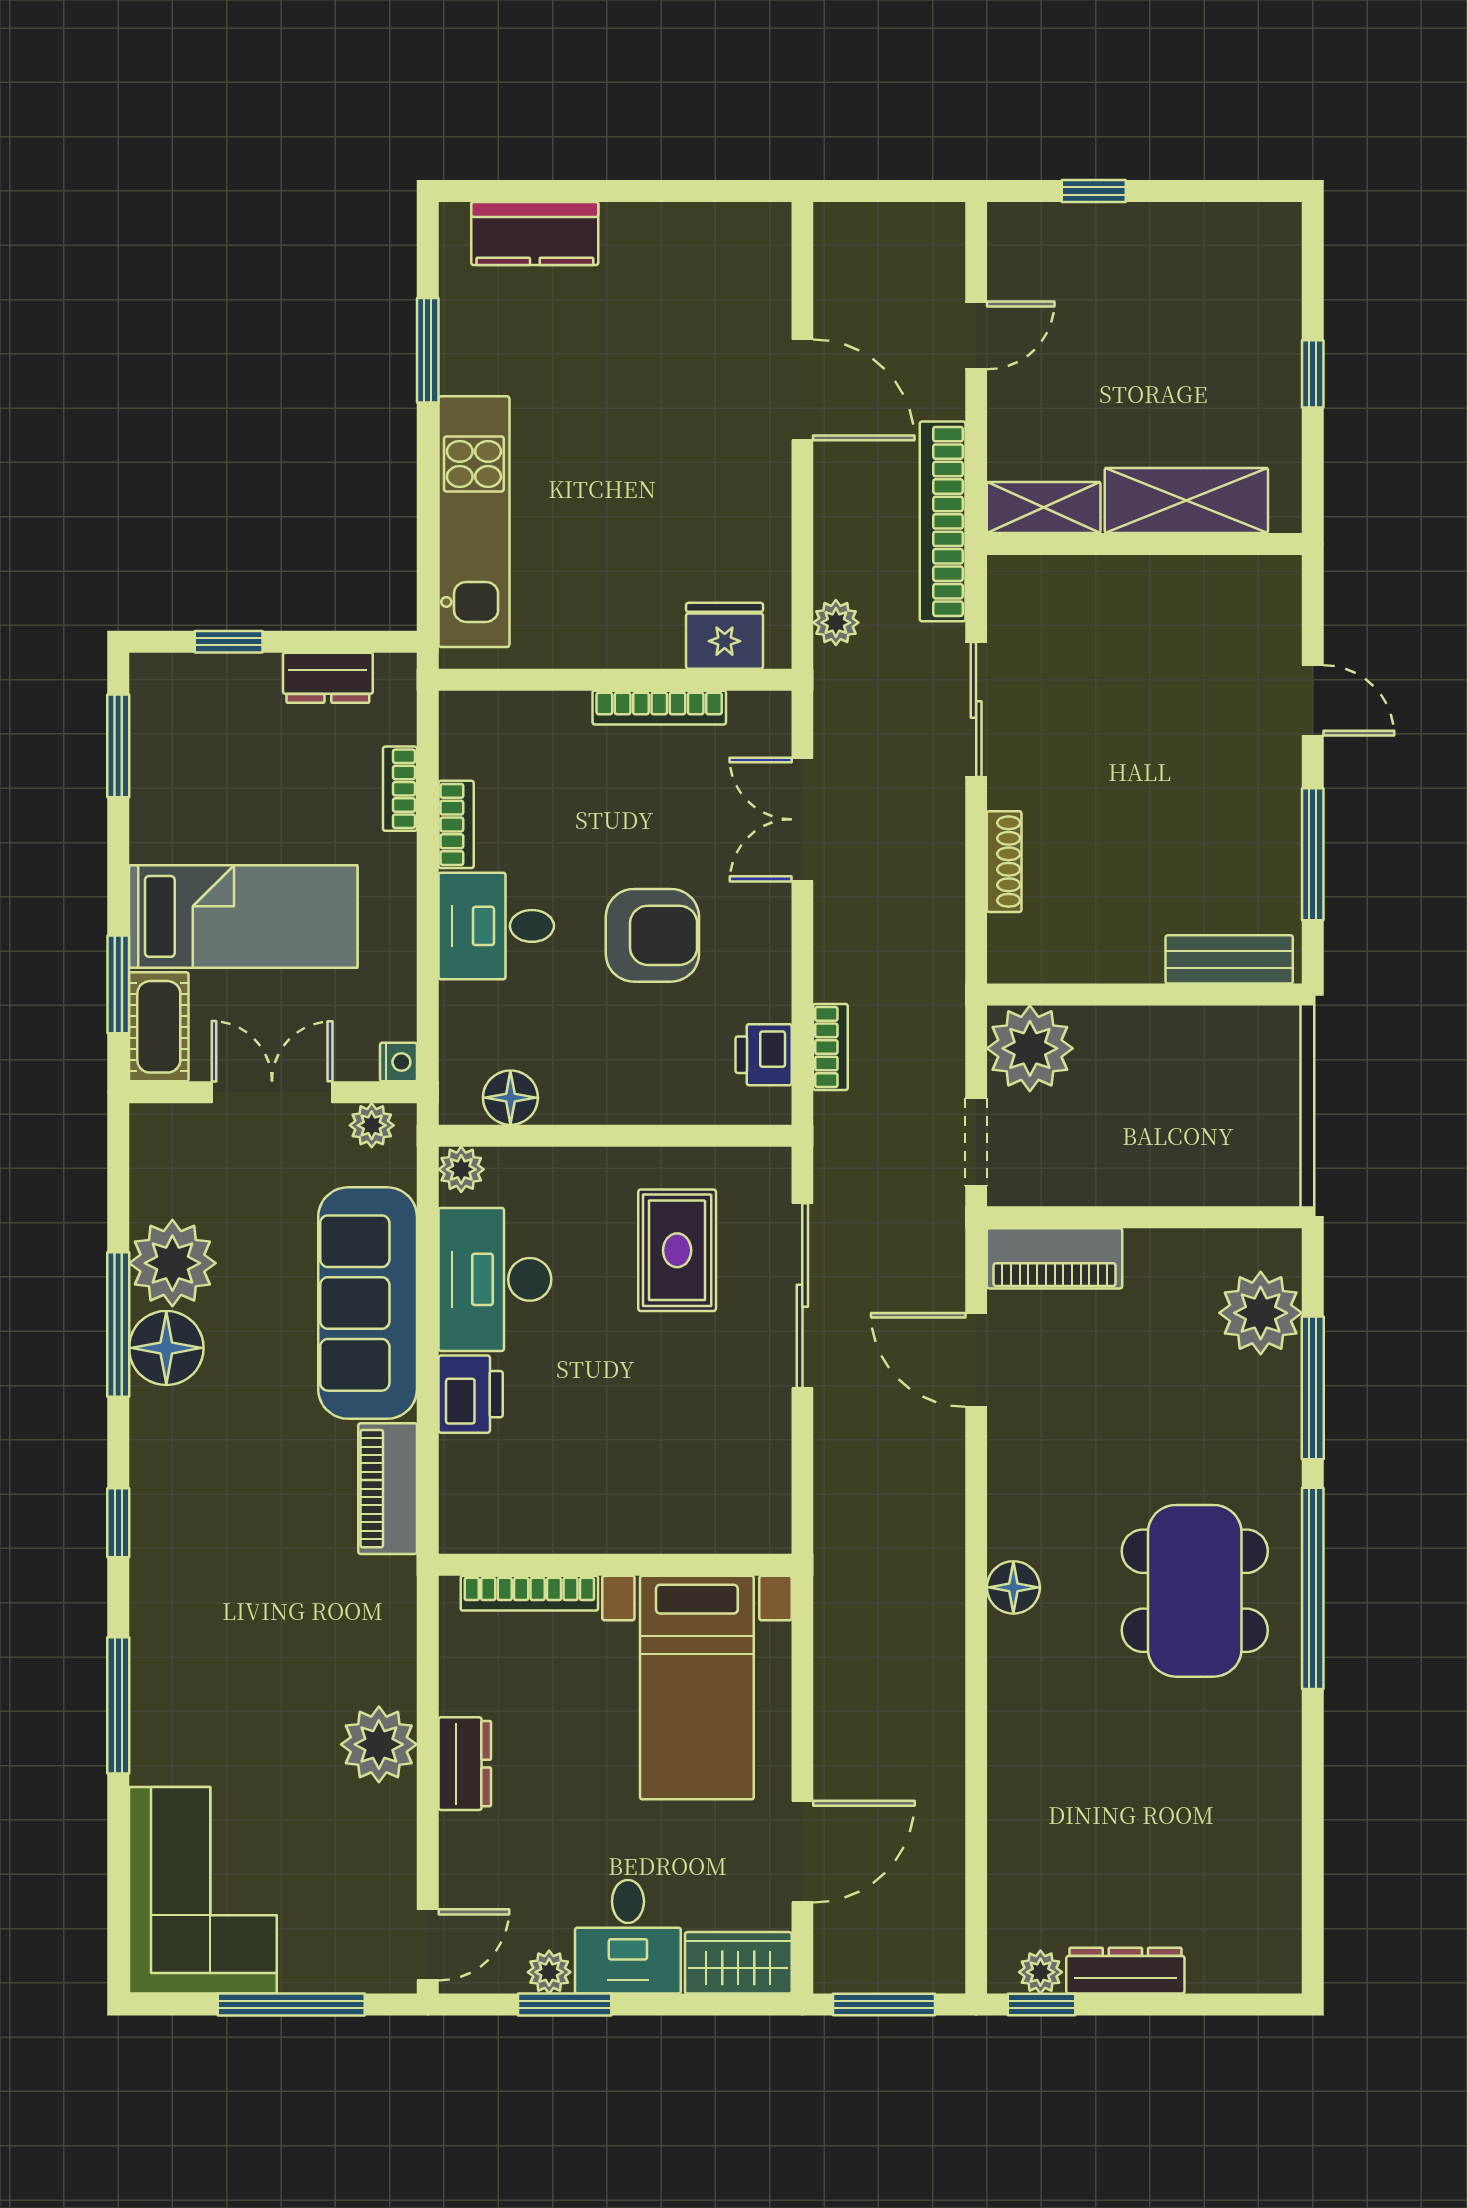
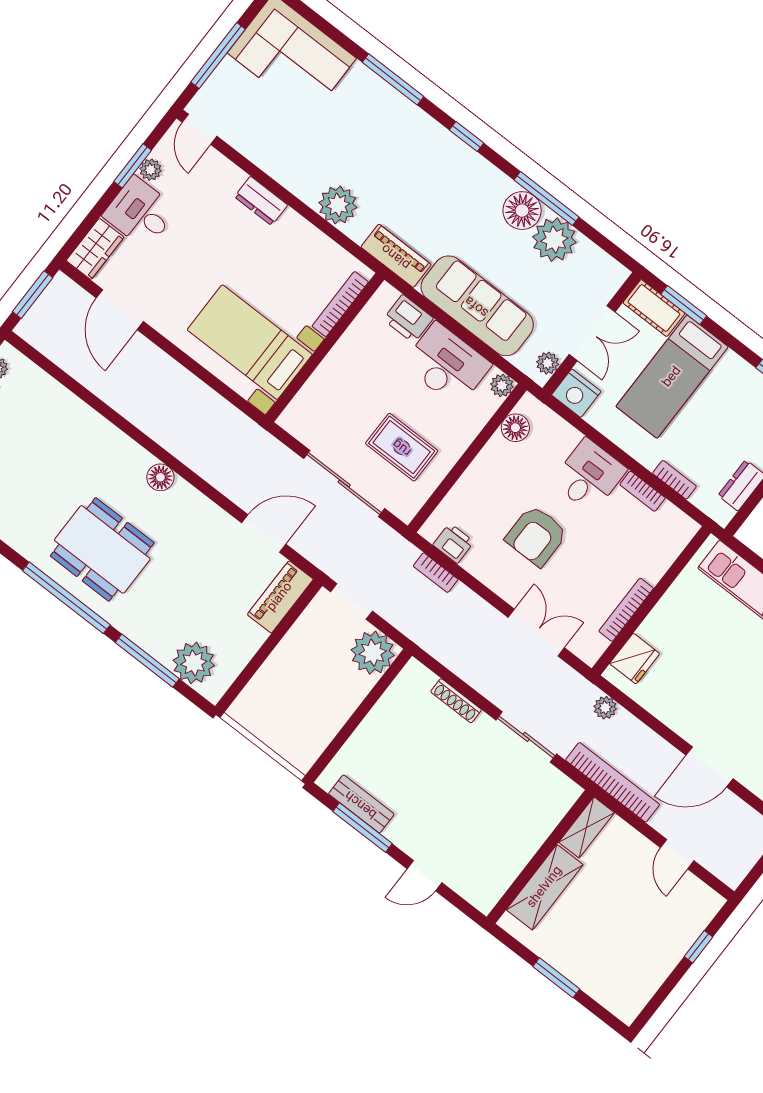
window: (1313, 374) -> (556, 978), width x1.50
bench: (1229, 959) -> (361, 804), moved, turned 90
nightstand: (398, 1062) -> (576, 393), width x1.89, depth x1.79
wall: (615, 1565) -> (325, 348), moved
bookcase: (529, 1593) -> (340, 304), moved
bed with nightstands: (697, 1688) -> (250, 342), moved
plant: (379, 1744) -> (338, 205), moved

